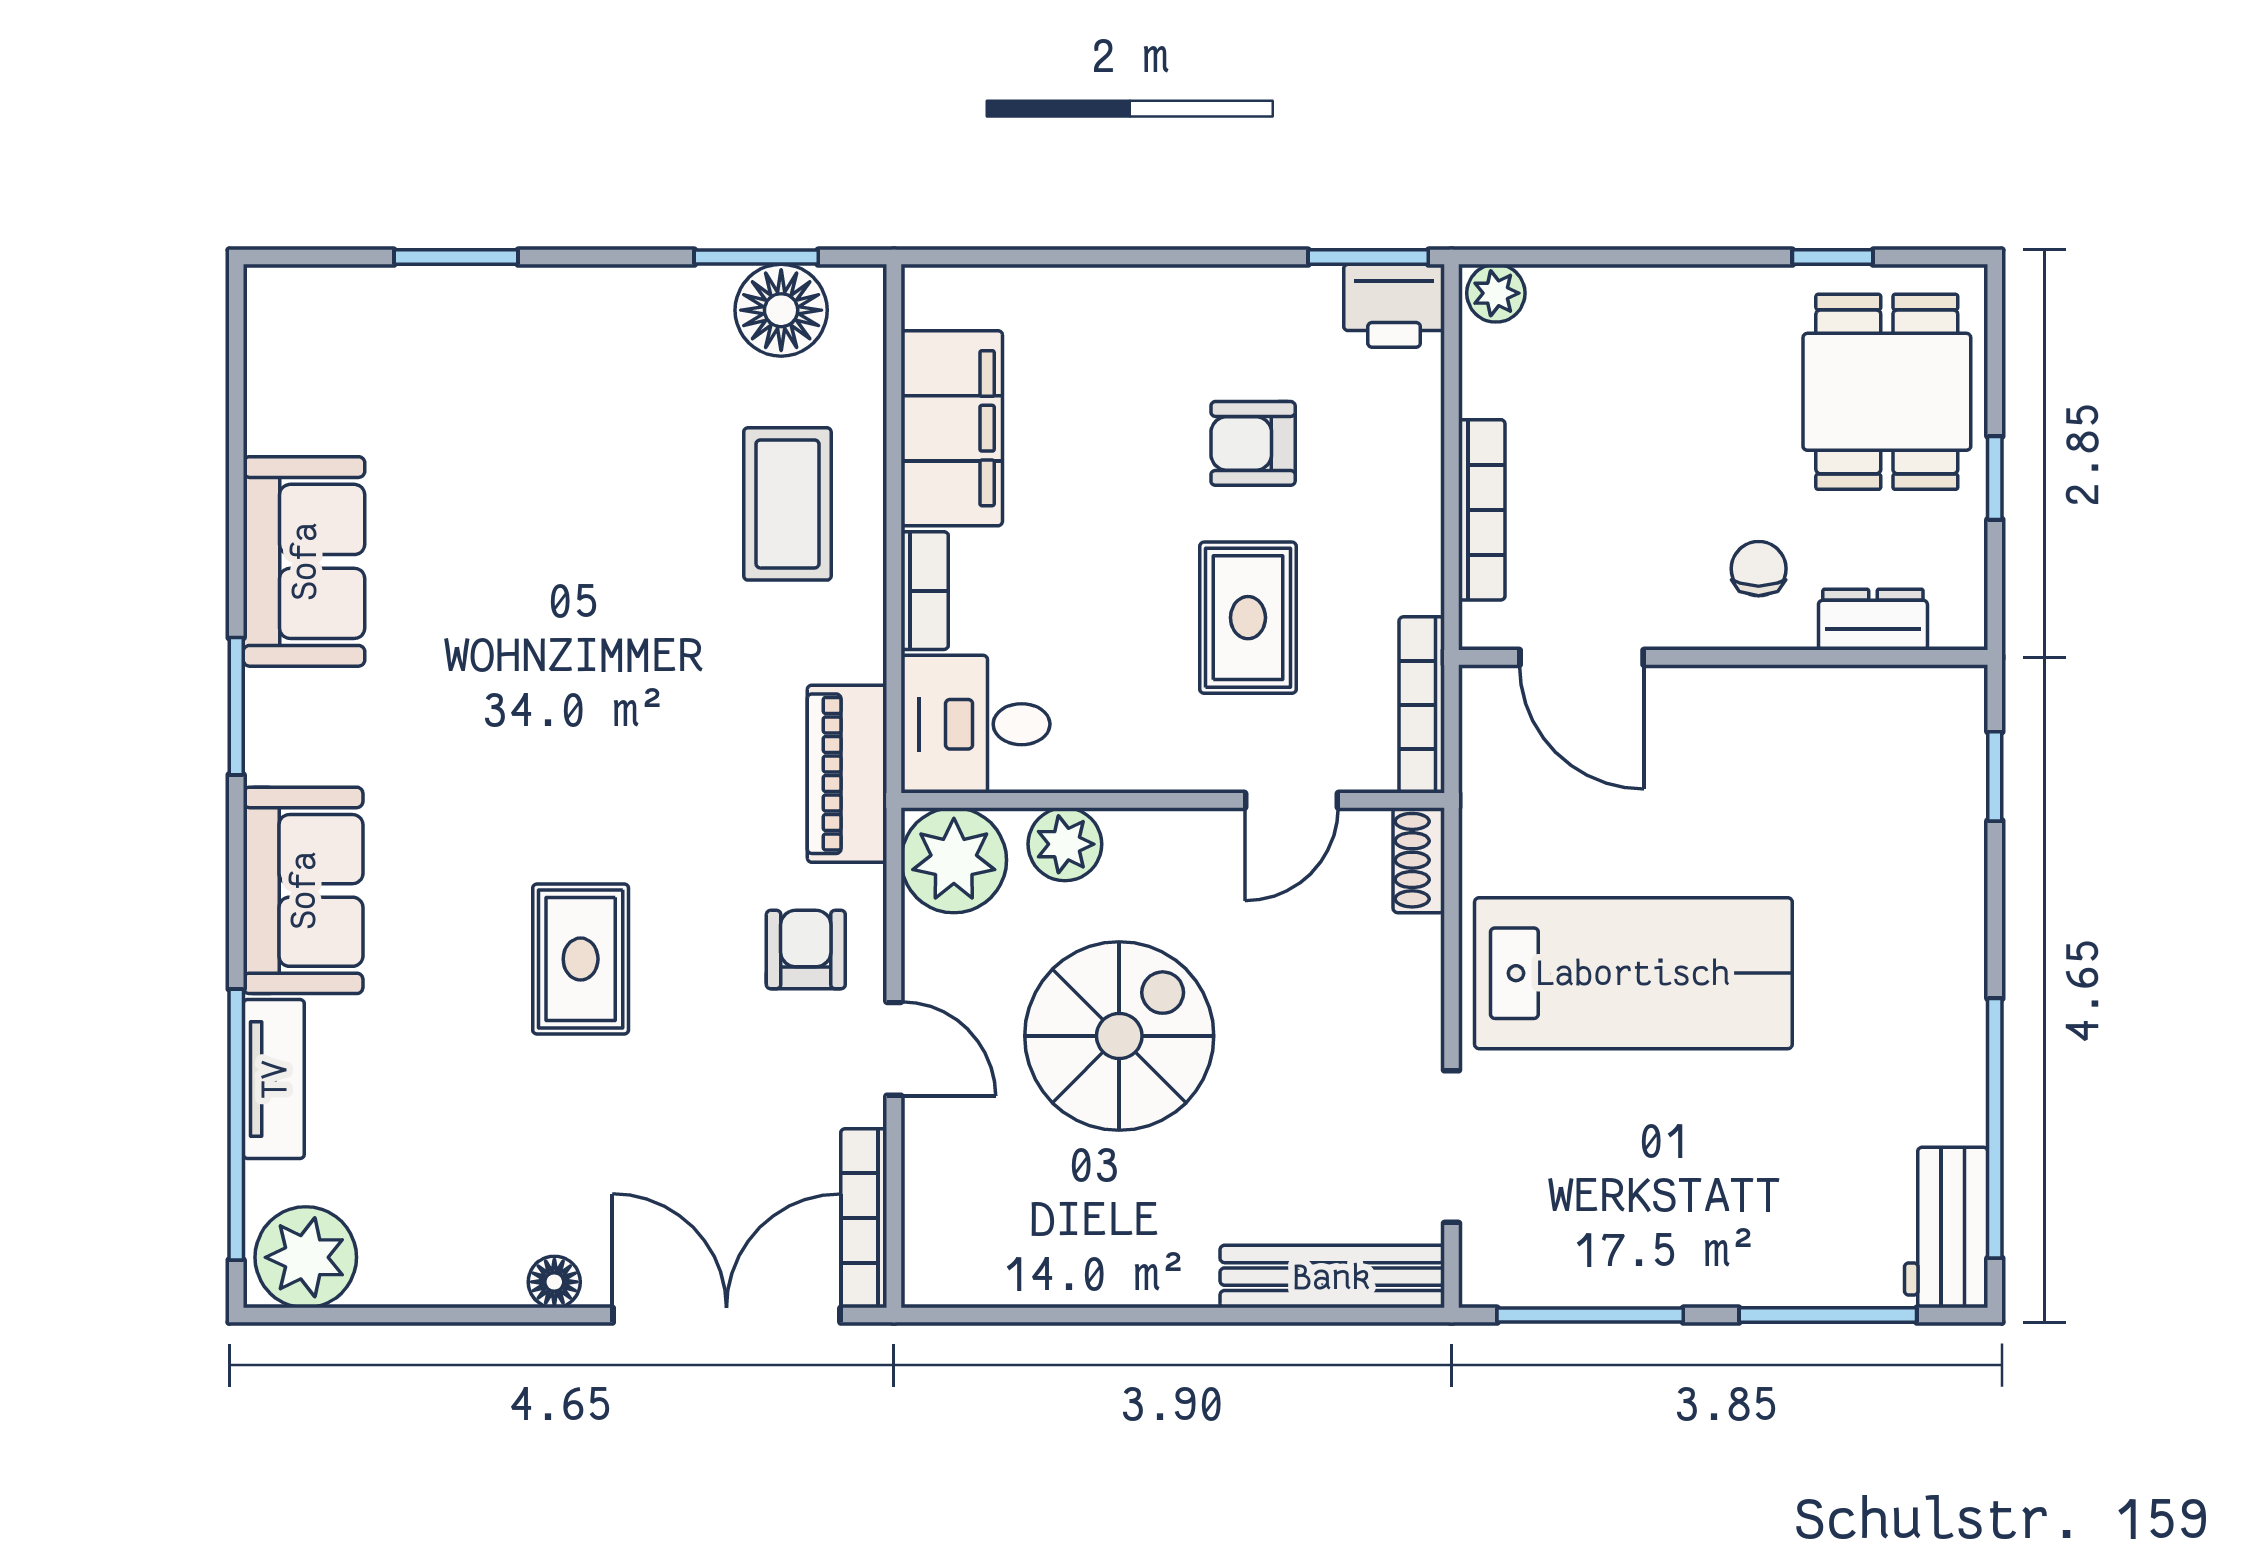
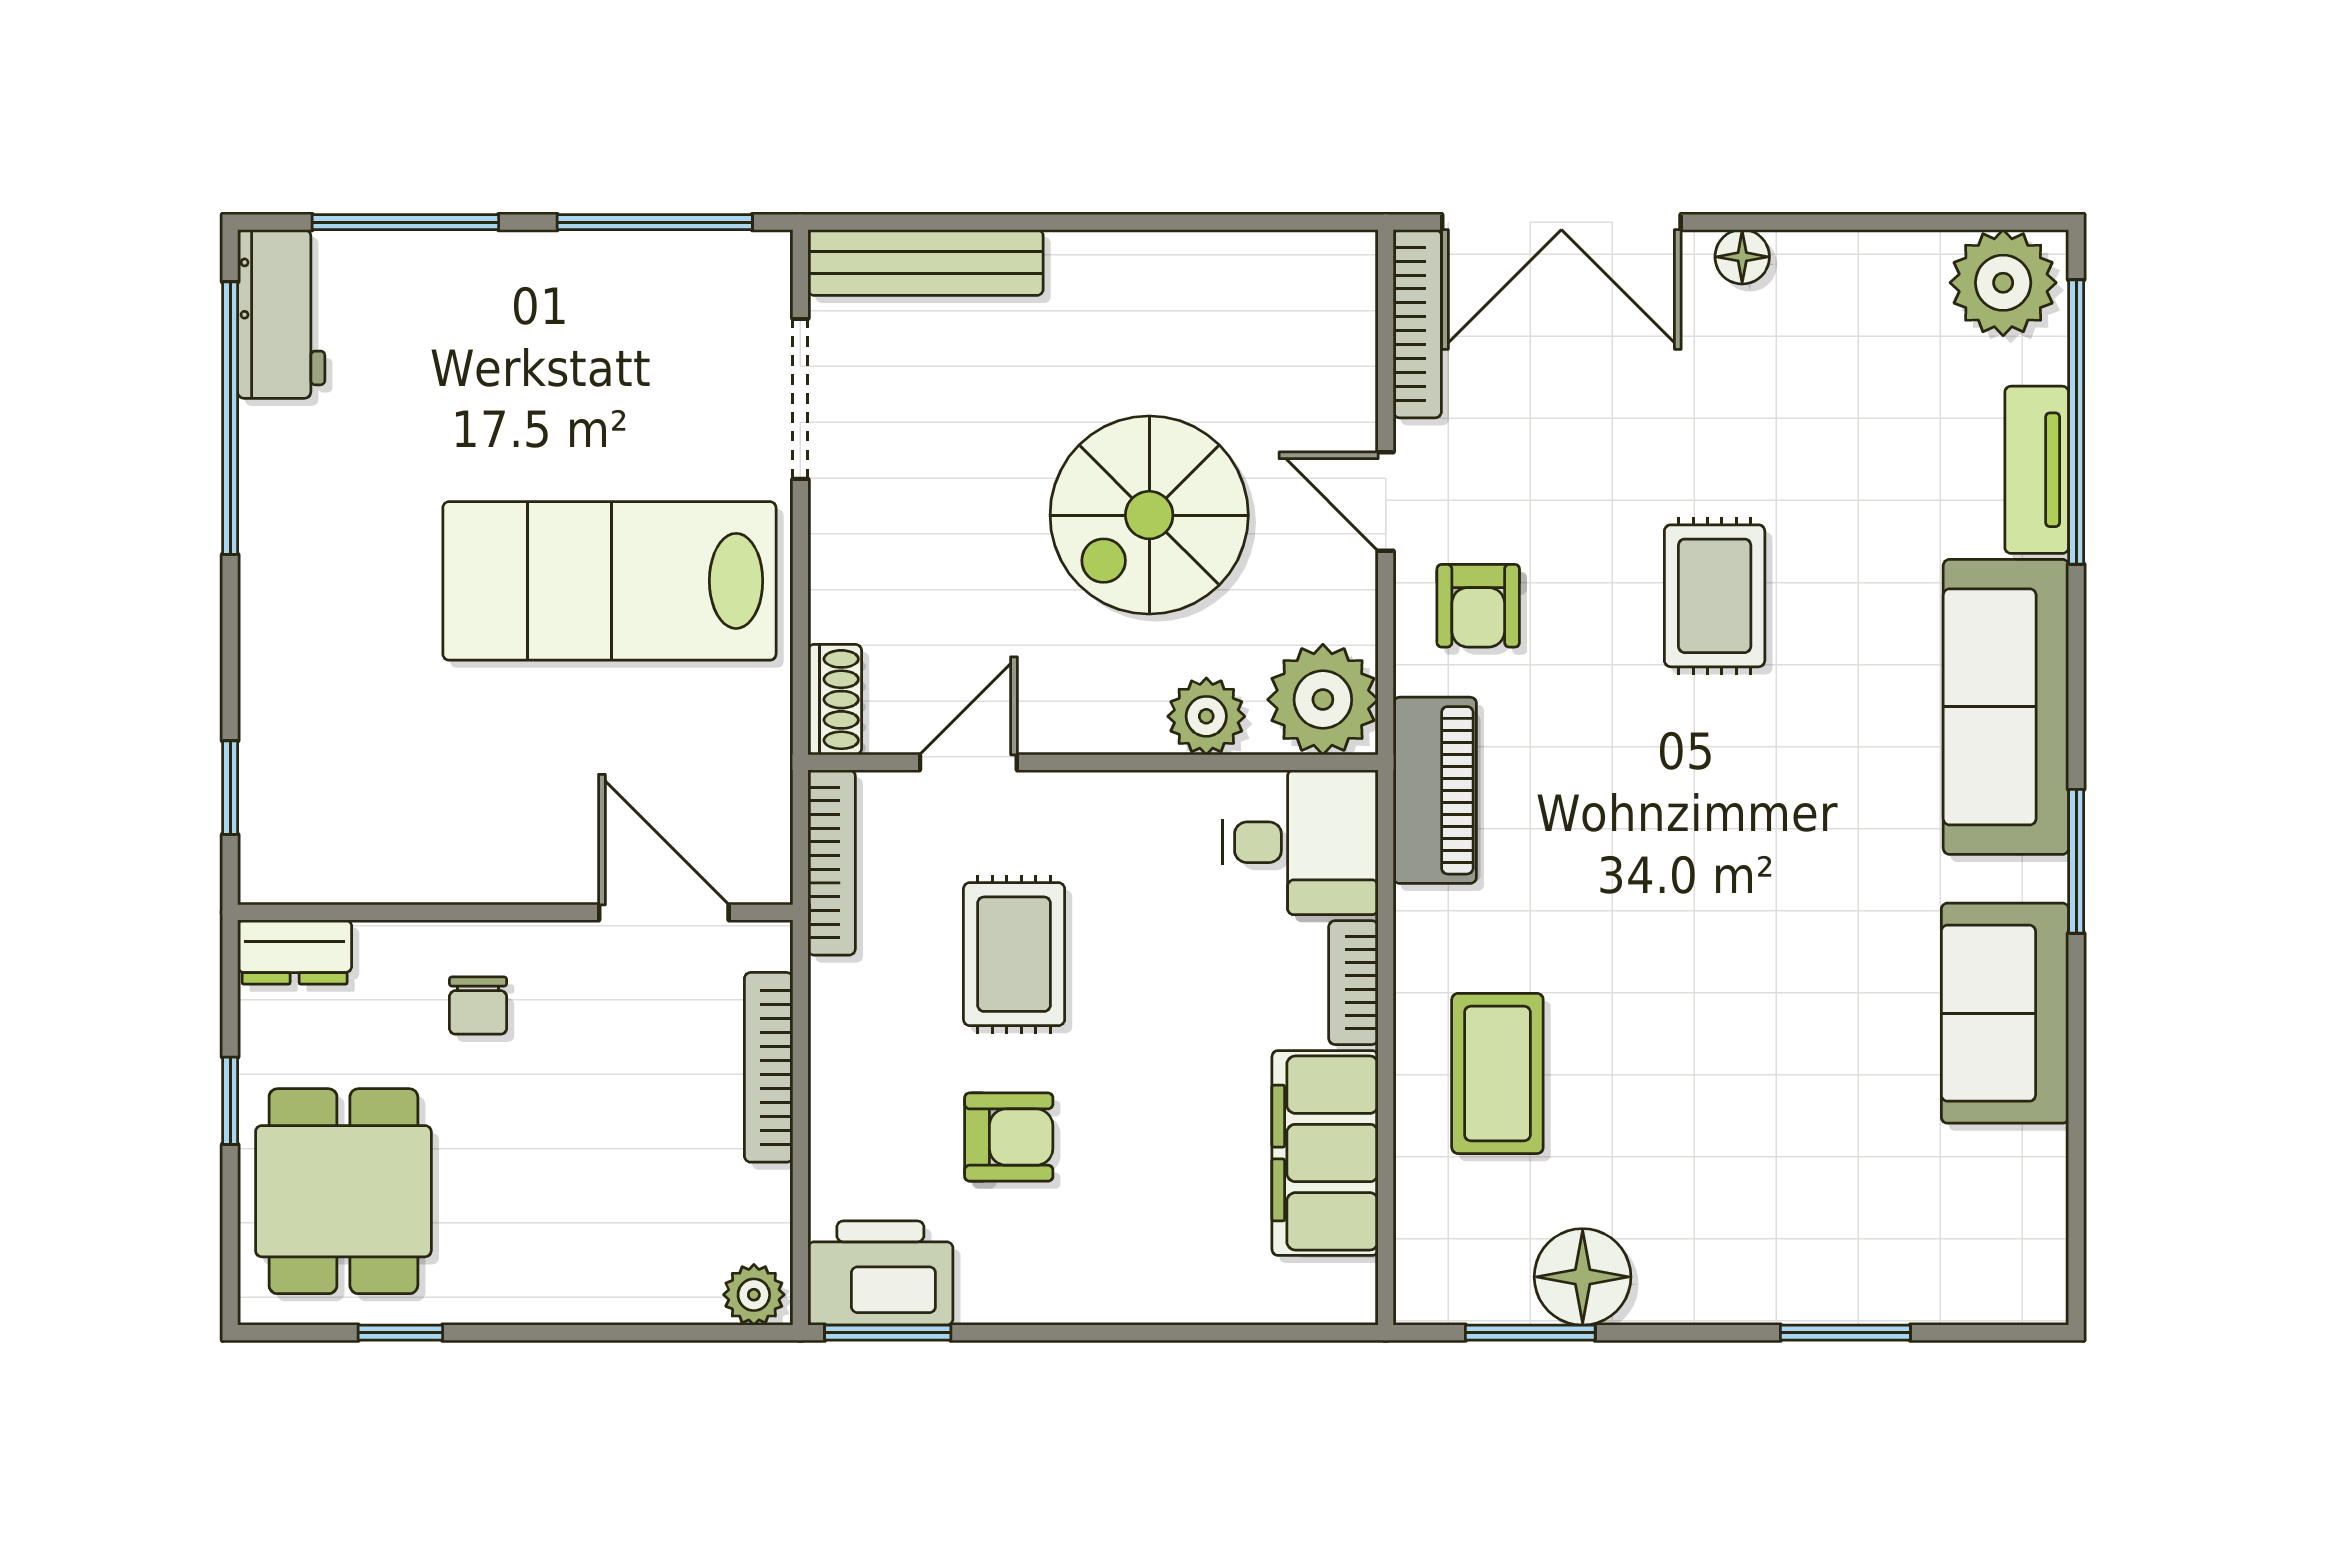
printer: (1394, 306) -> (880, 1273), width x1.37, depth x1.19
floor lamp: (781, 310) -> (1583, 1277), moved
dresser: (1873, 620) -> (295, 952), moved
sofa: (303, 890) -> (2006, 707), width x1.36

